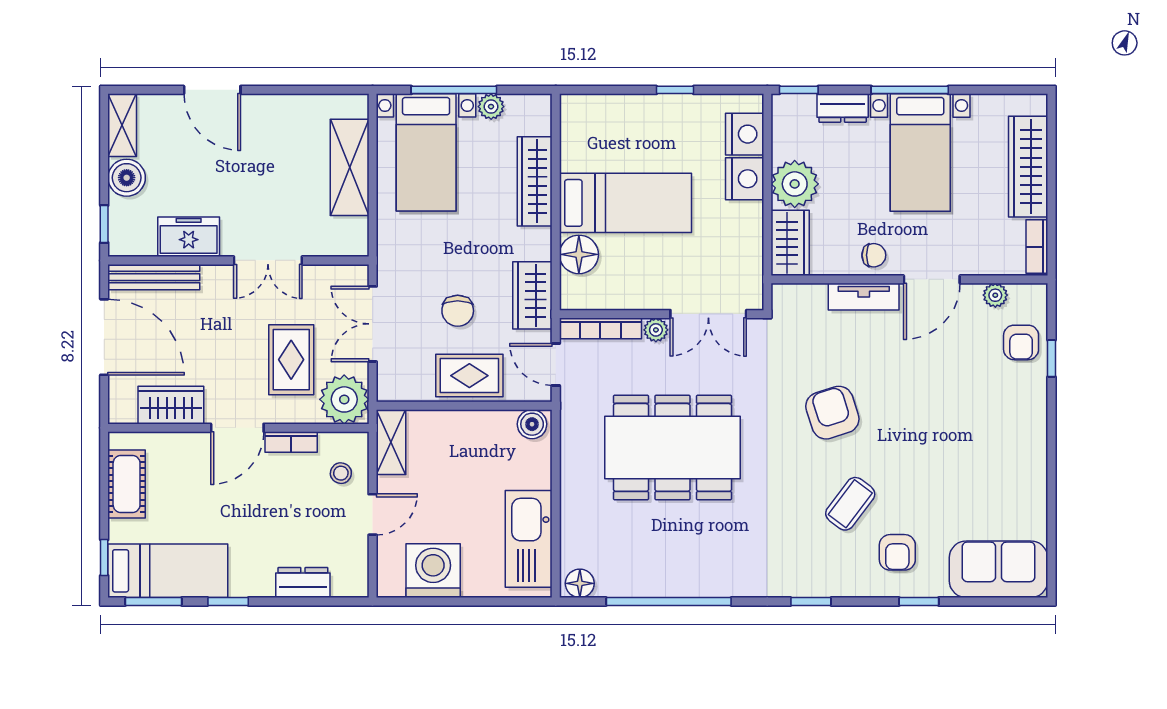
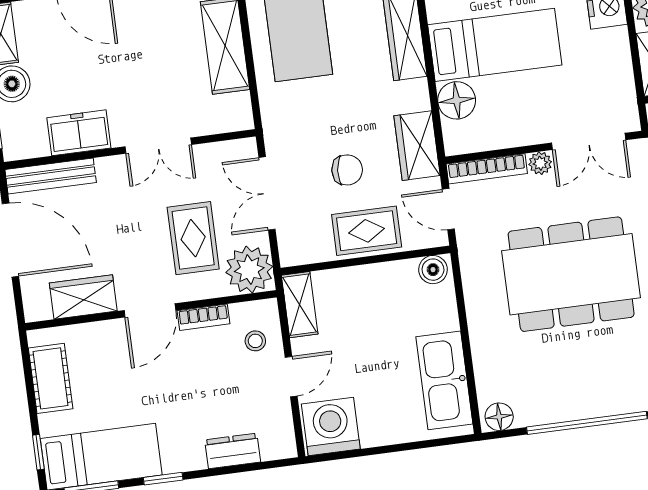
chair: (458, 311) -> (347, 170), turned -85
washing machine: (433, 571) -> (331, 426), moved

